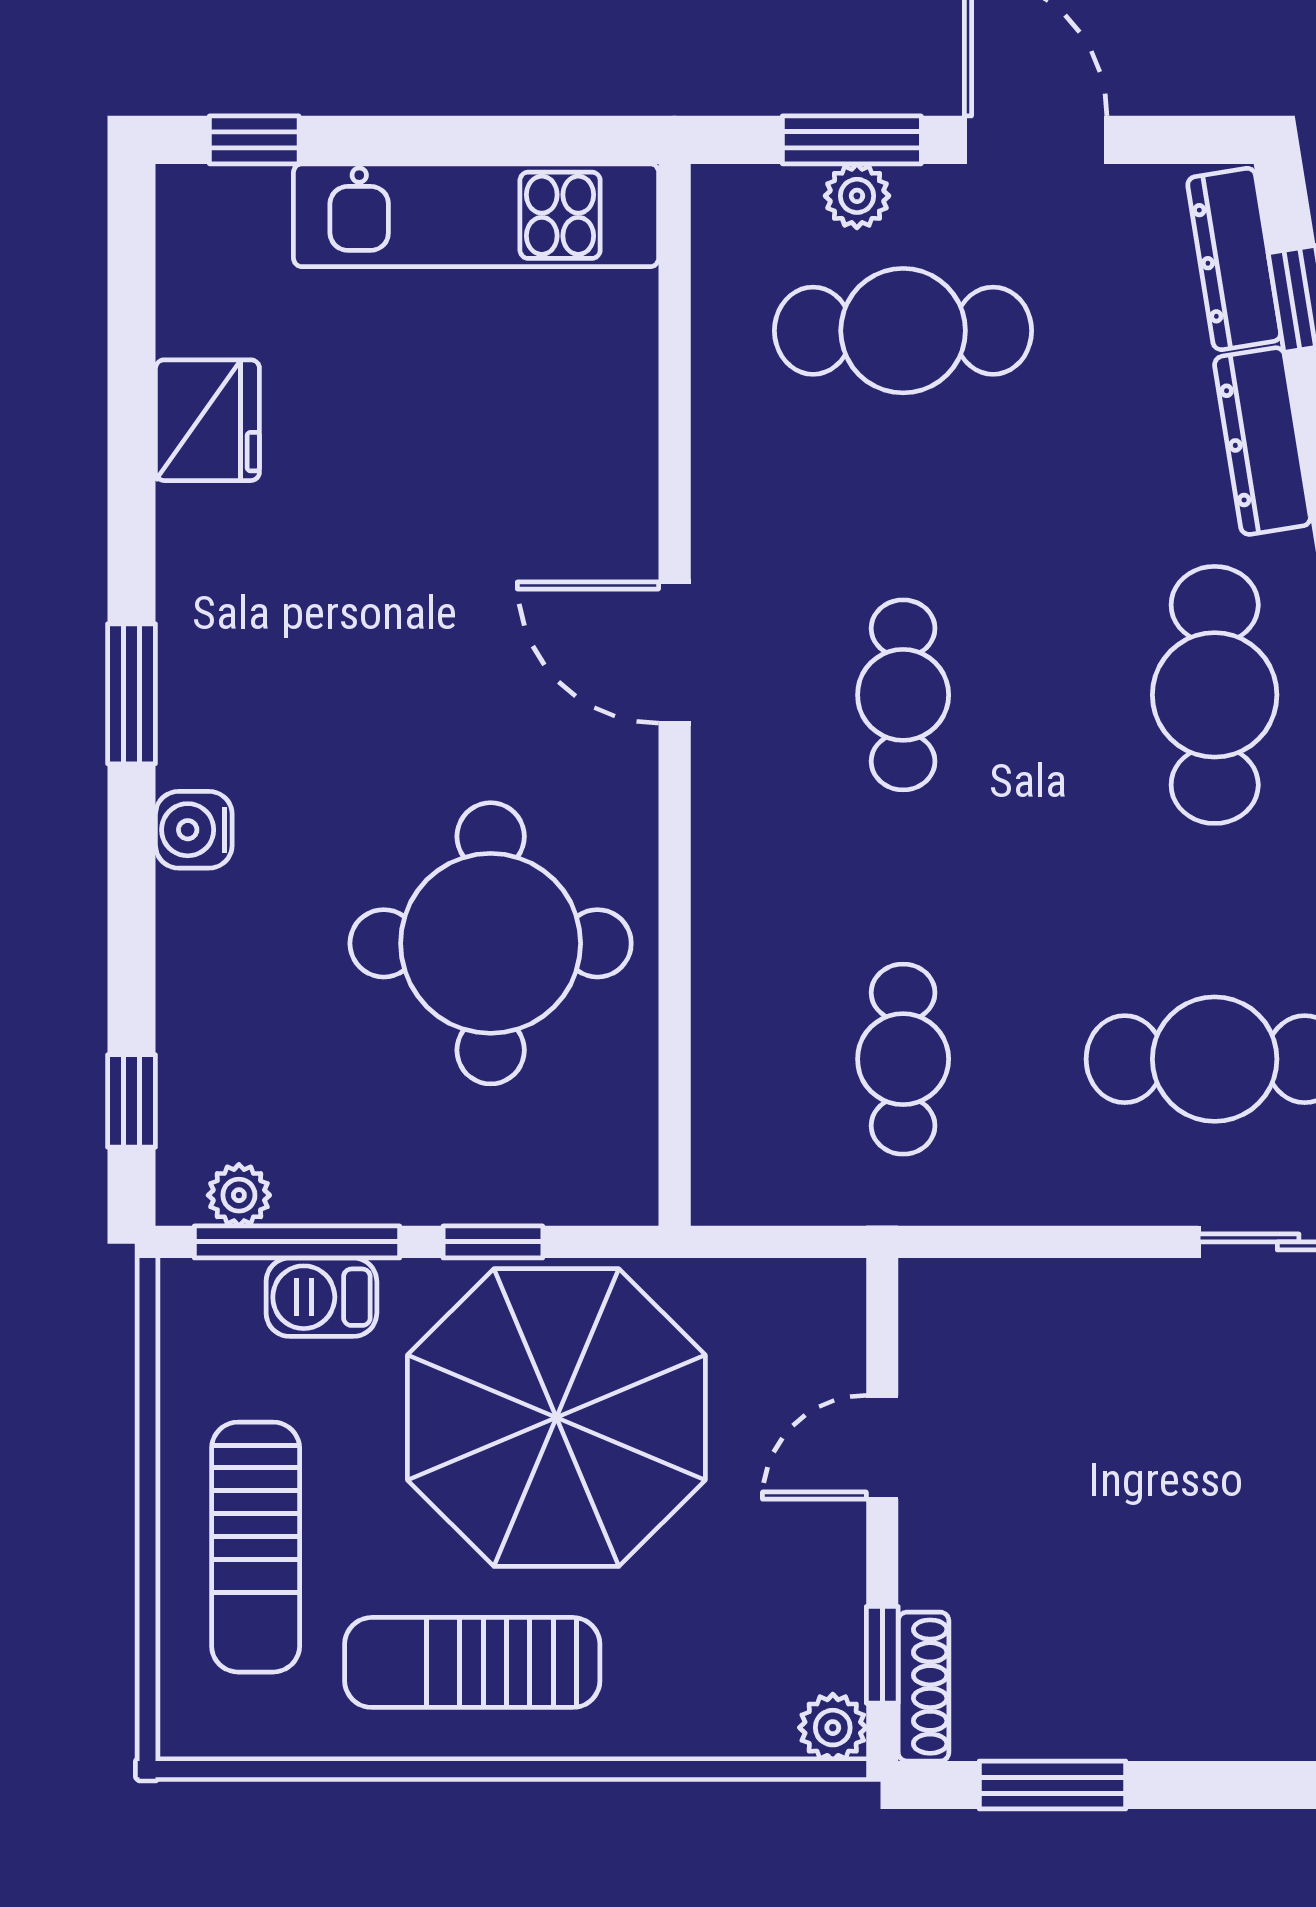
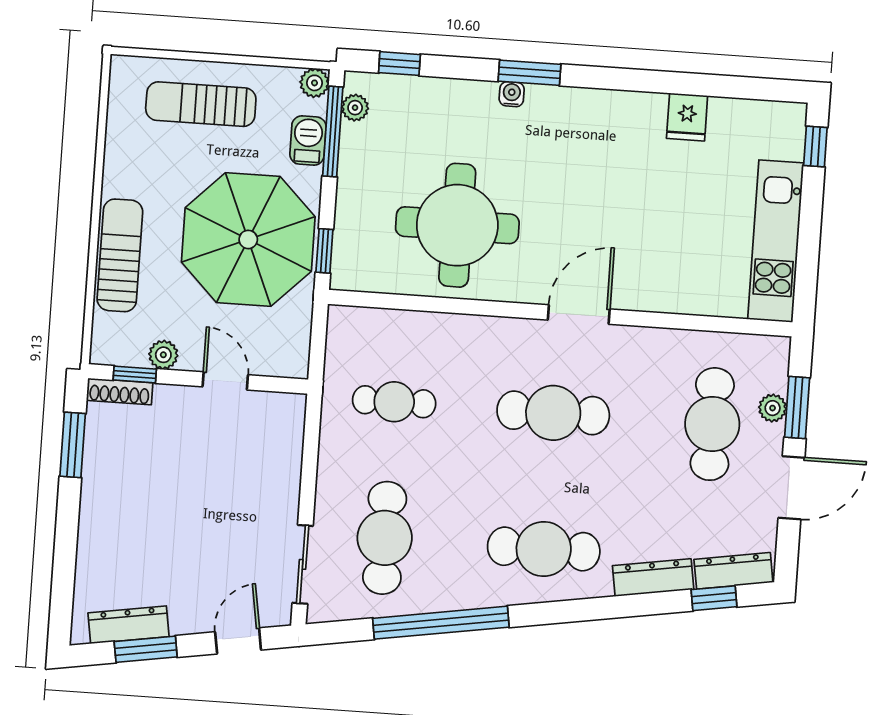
fridge: (207, 420) -> (687, 117), width x0.72
window: (132, 694) -> (530, 73), moved
cafe table: (903, 695) -> (553, 413), width x1.37, depth x1.35
water cooler: (194, 830) -> (512, 94), width x0.72, depth x0.72
window: (493, 1242) -> (324, 251), moved
plant: (189, 1291) -> (314, 83), added
sun lounger: (472, 1662) -> (120, 255), moved
plant: (833, 1728) -> (163, 355), moved

